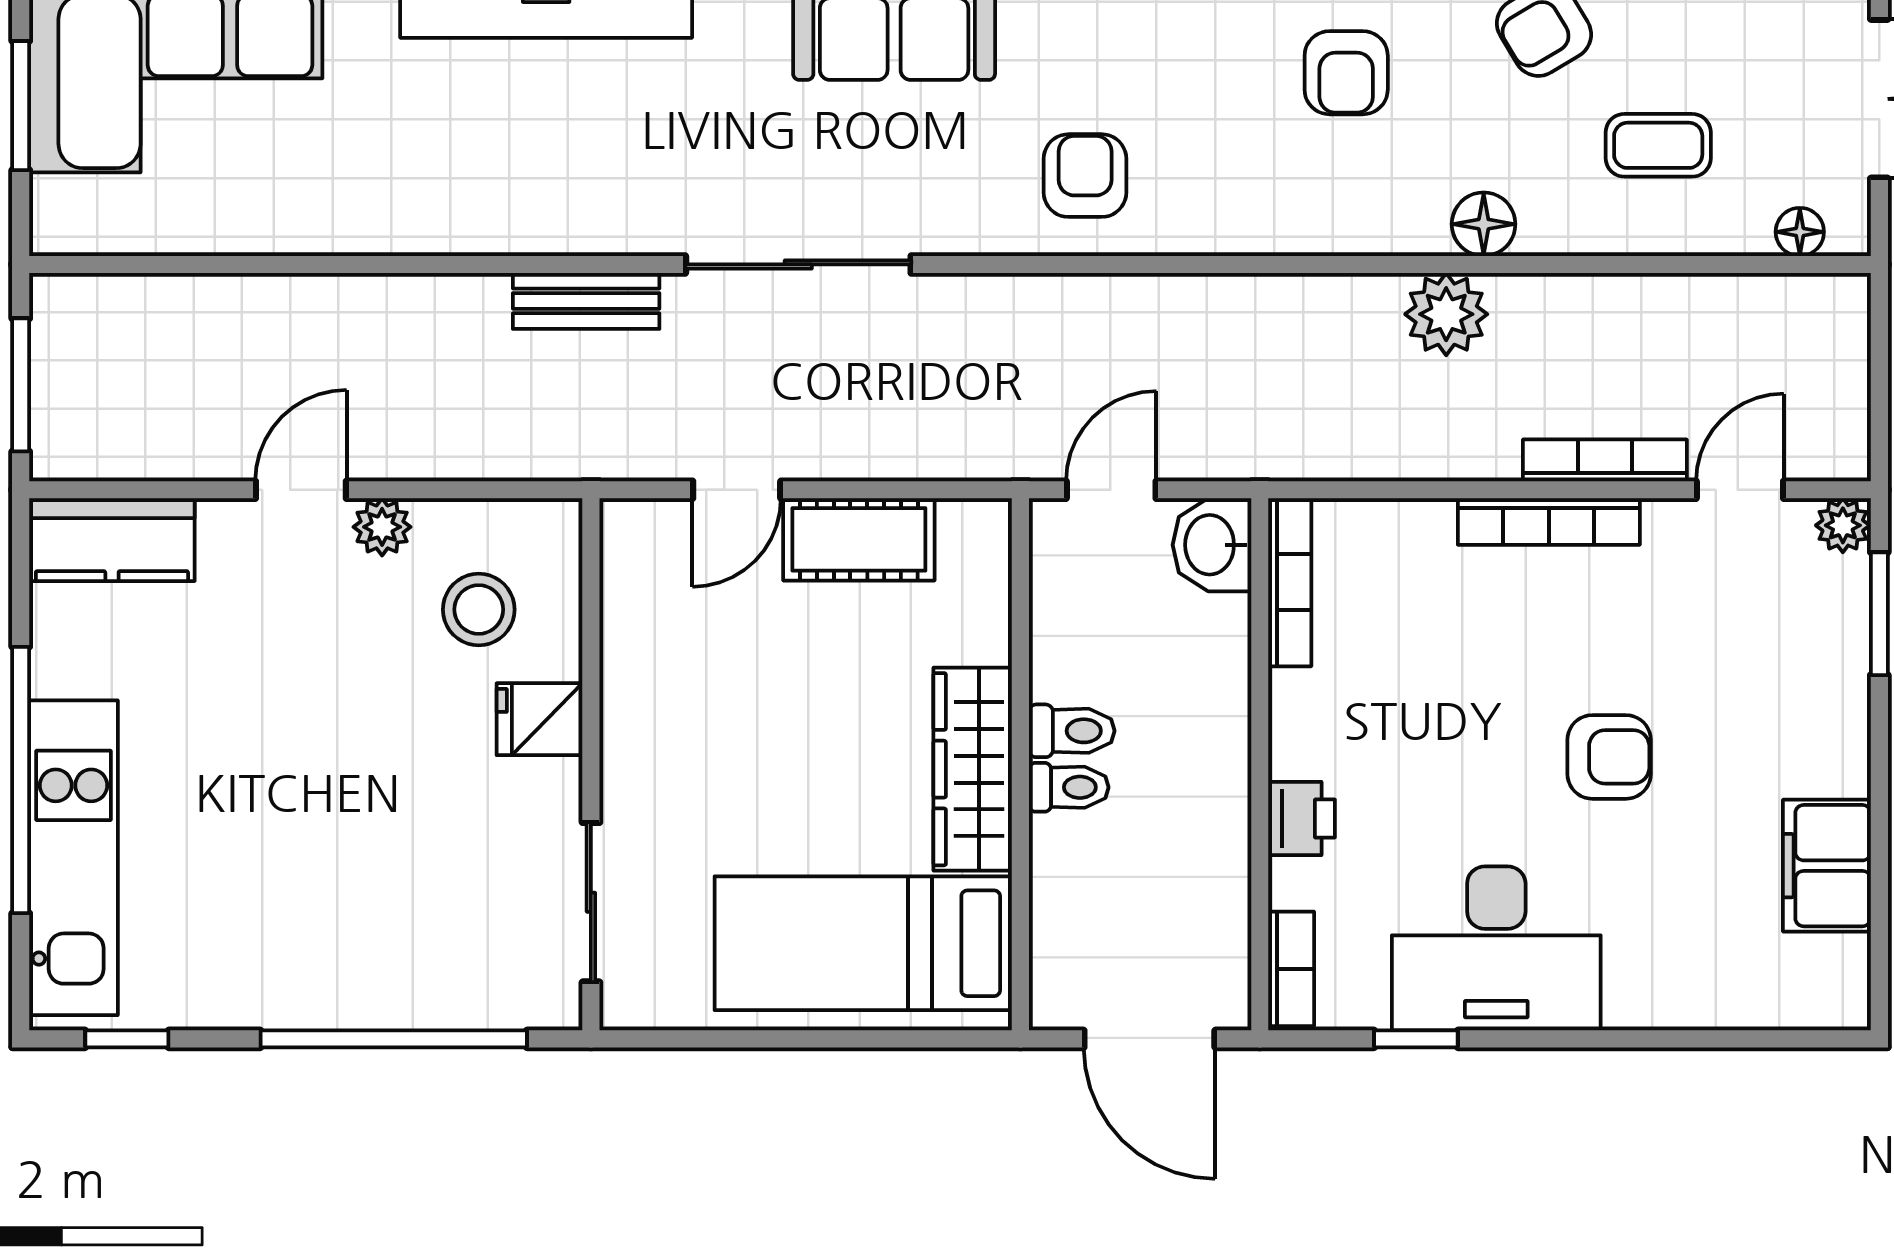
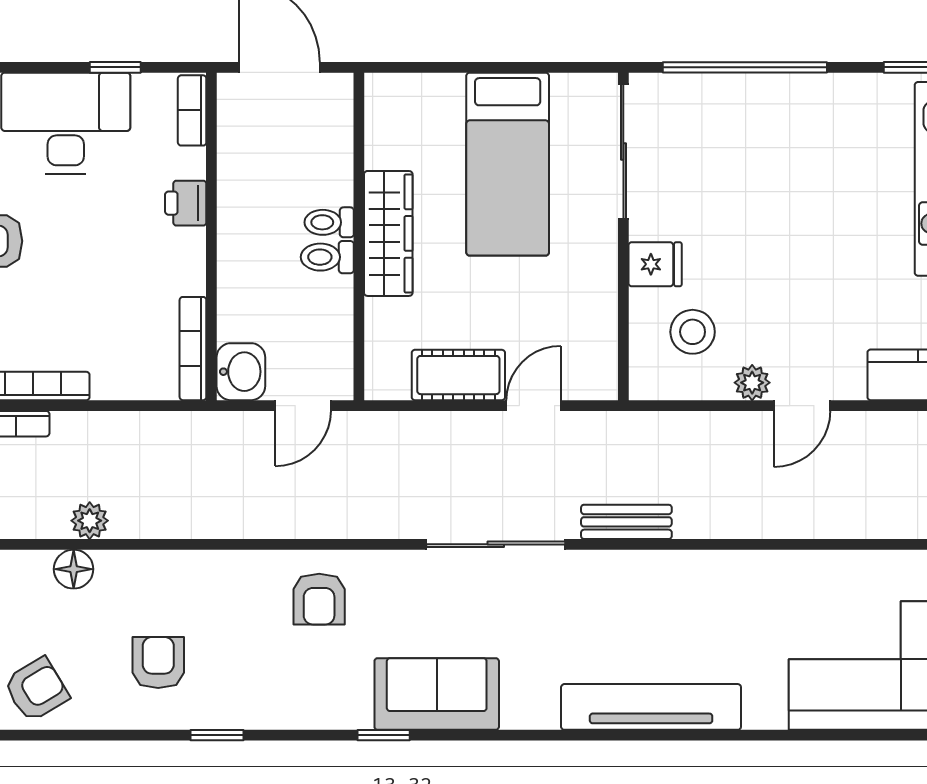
plant: (1446, 314) -> (90, 521), width x0.73, depth x0.73
sliding door: (591, 902) -> (623, 151), width x1.37
bed: (863, 943) -> (508, 164), moved, turned 90

